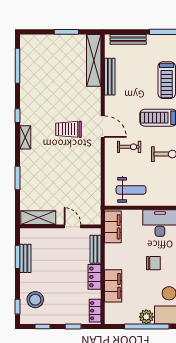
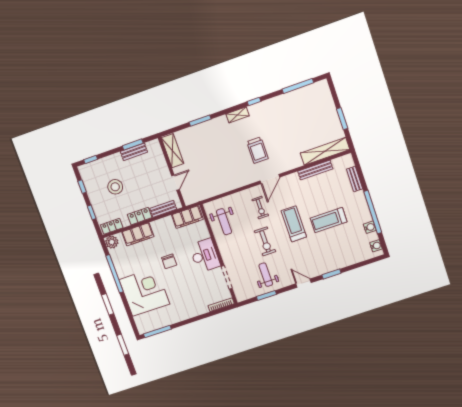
bench: (128, 39) -> (355, 179), width x0.73
trolley: (69, 129) -> (257, 150), turned 180
stool: (35, 300) -> (115, 187), moved
plant: (146, 317) -> (112, 242), moved

